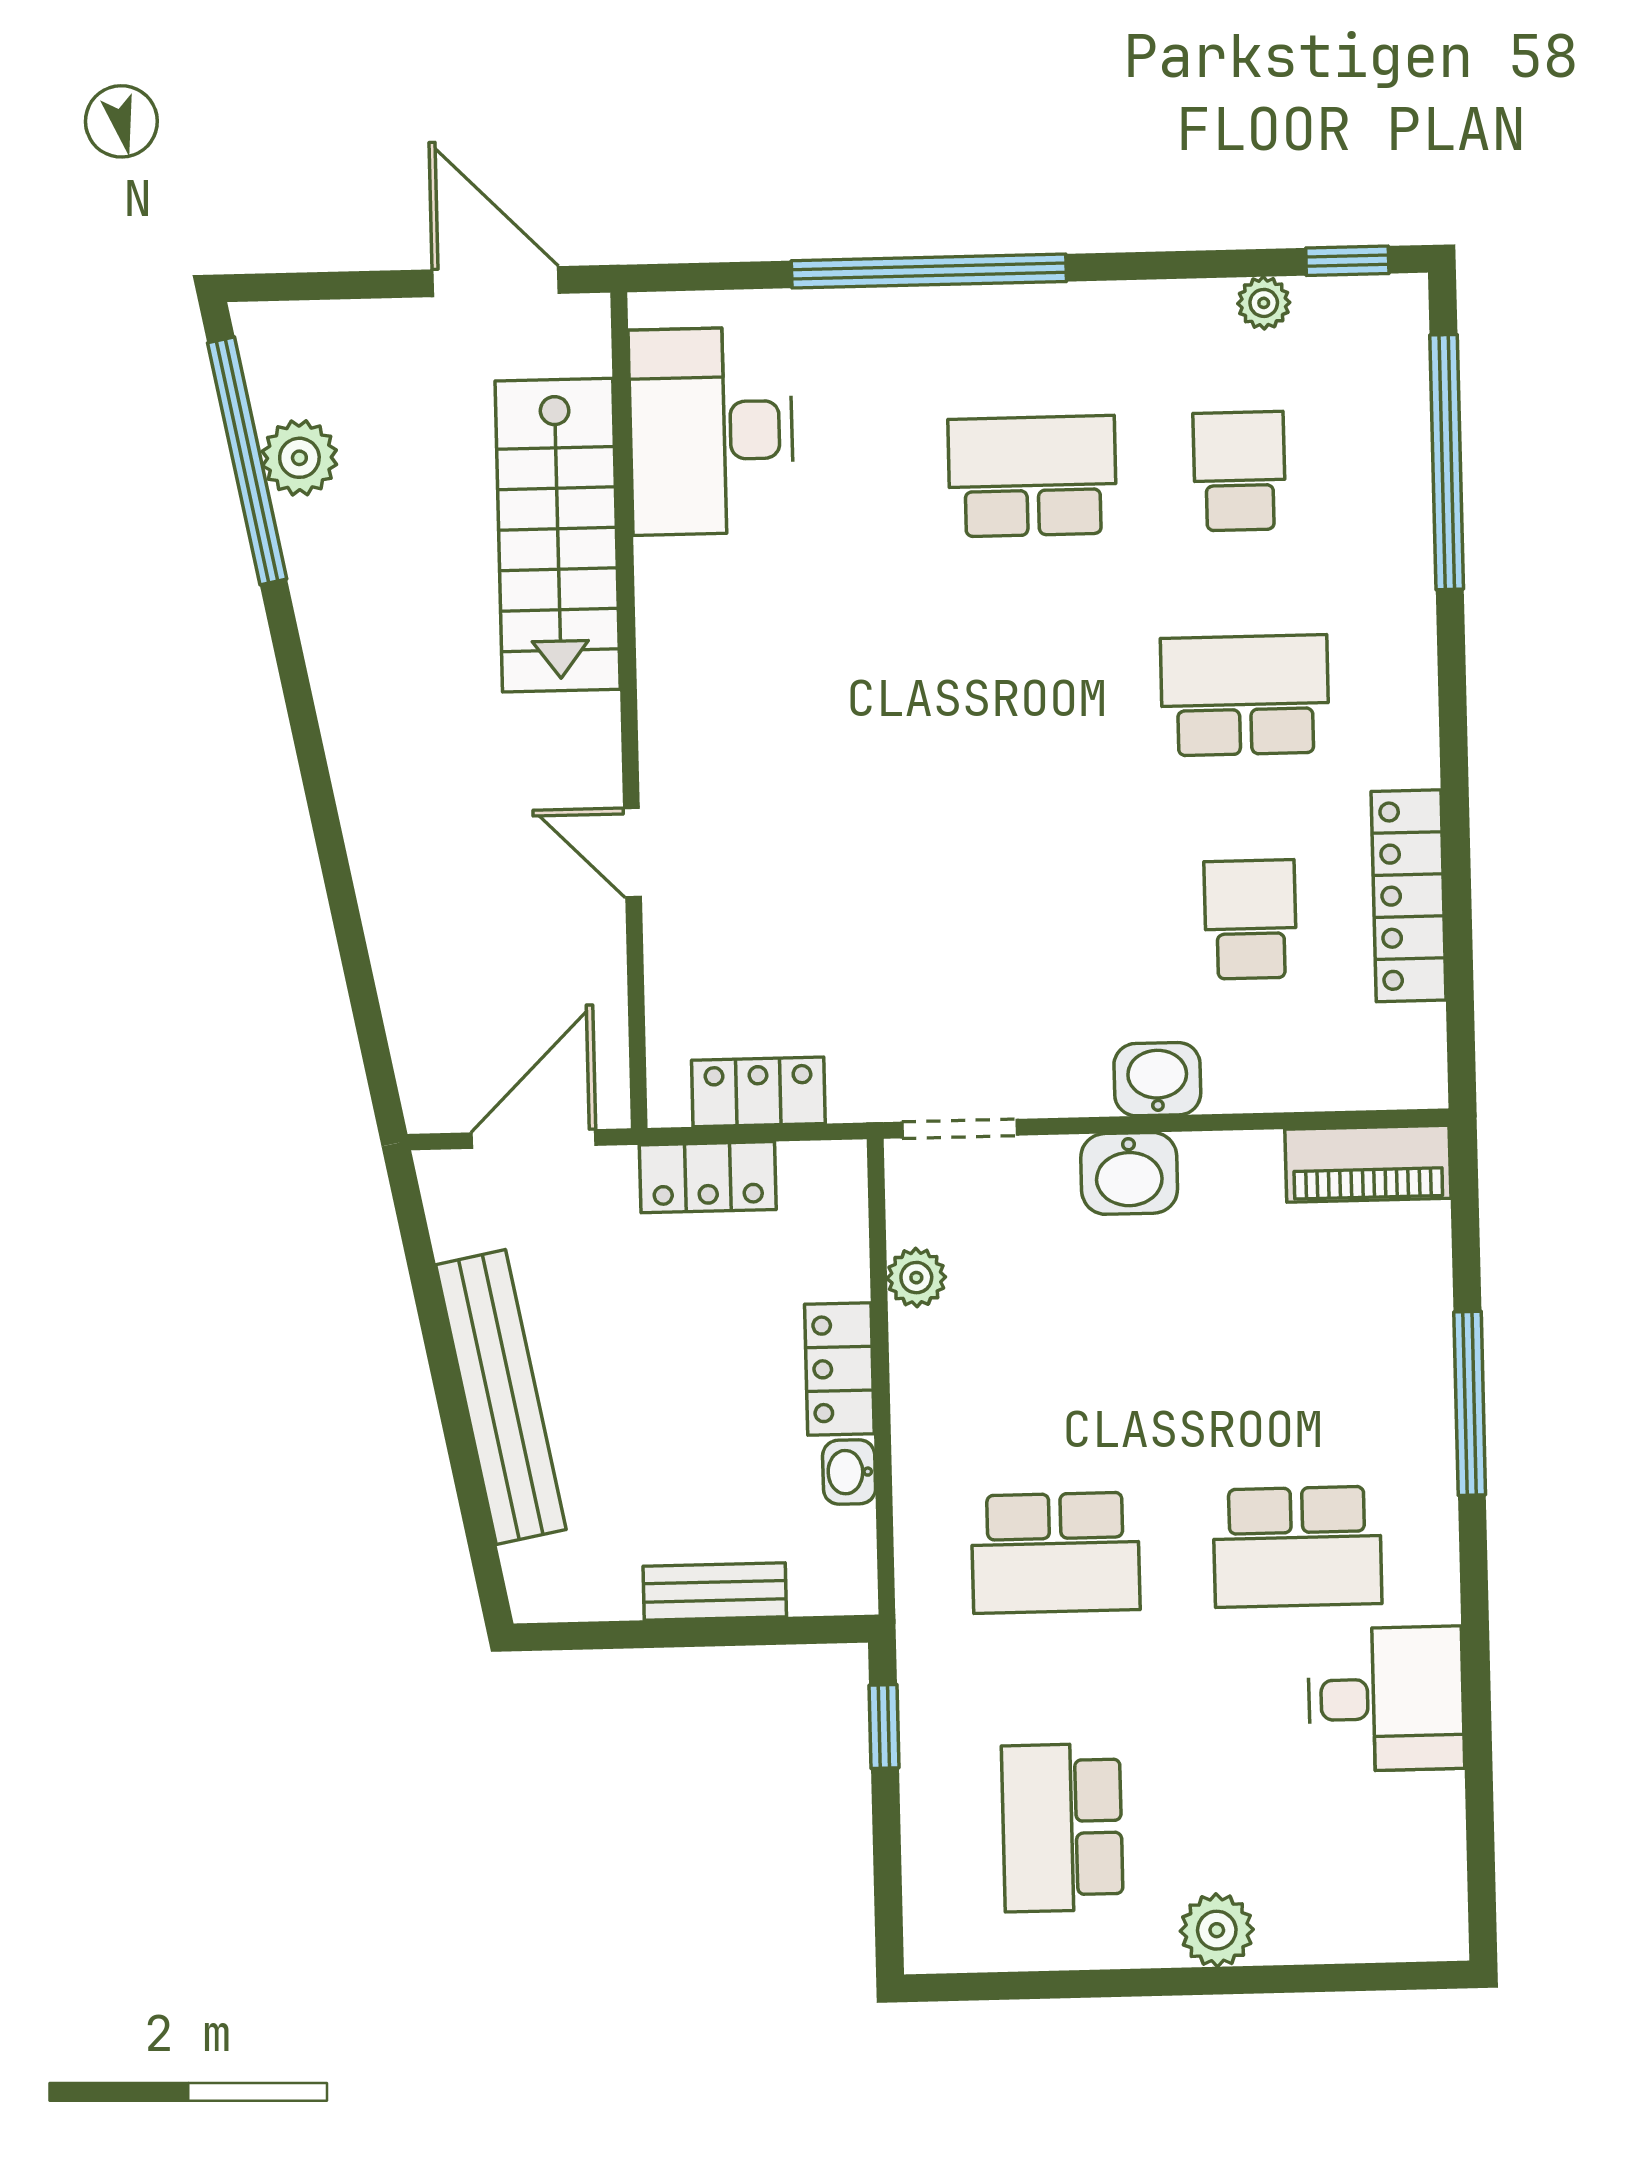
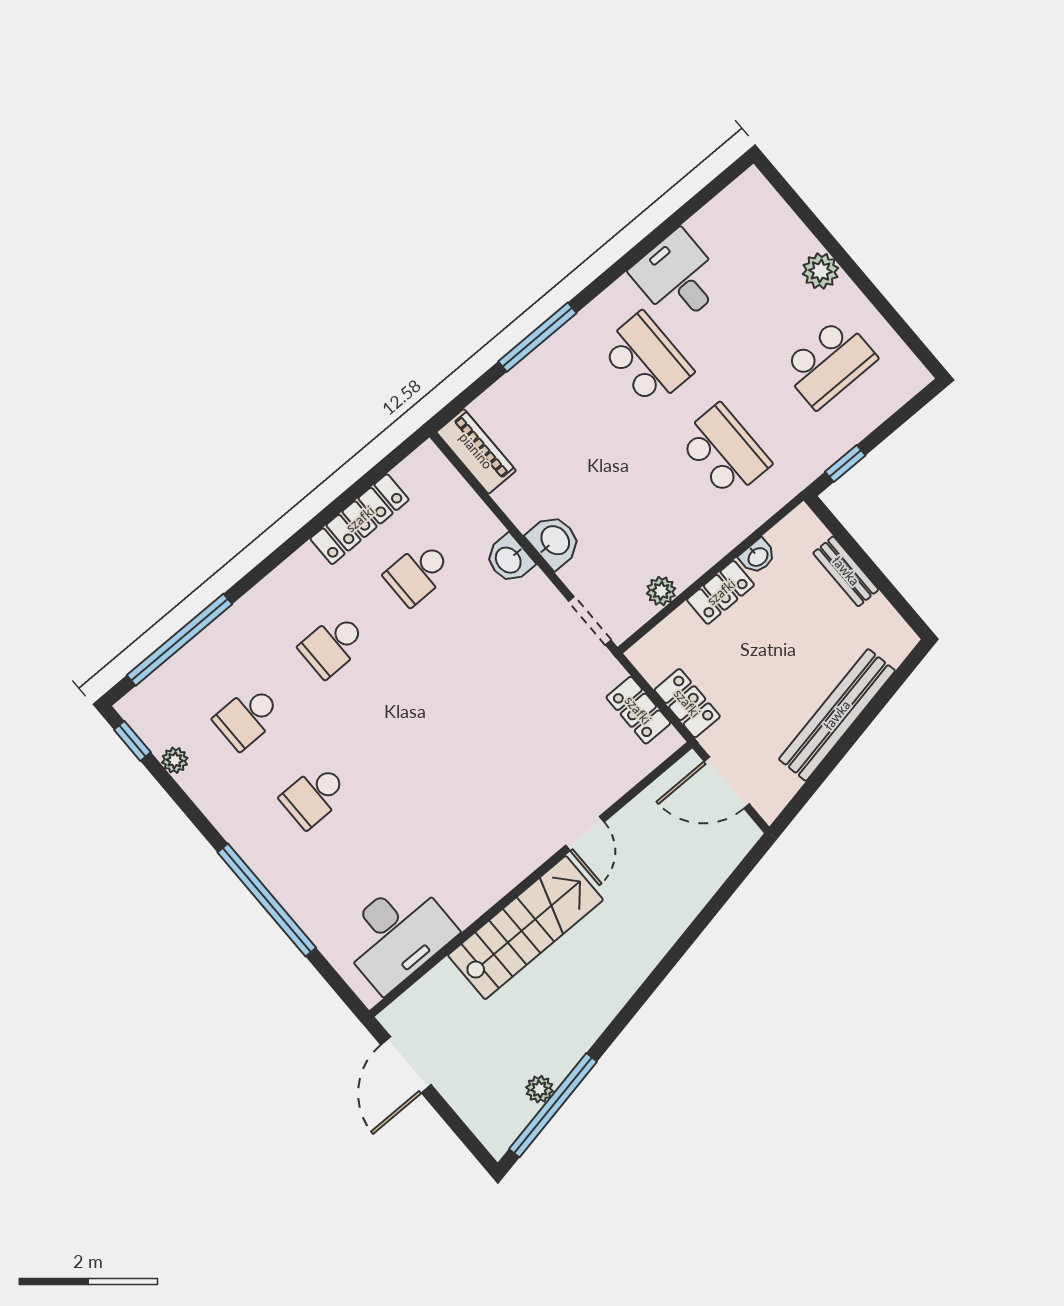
plant: (299, 458) -> (540, 1089), width x0.73, depth x0.73
school desk: (1032, 476) -> (314, 796), width x0.54
stairs: (558, 535) -> (525, 928), moved
school desk: (1245, 695) -> (333, 645), width x0.54

